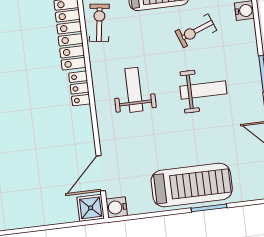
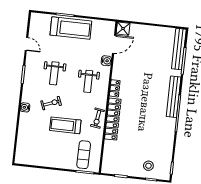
weight bench: (203, 90) -> (54, 73), turned -90
treadmill: (192, 185) -> (71, 28), turned 180
water cooler: (117, 207) -> (106, 61), moved

